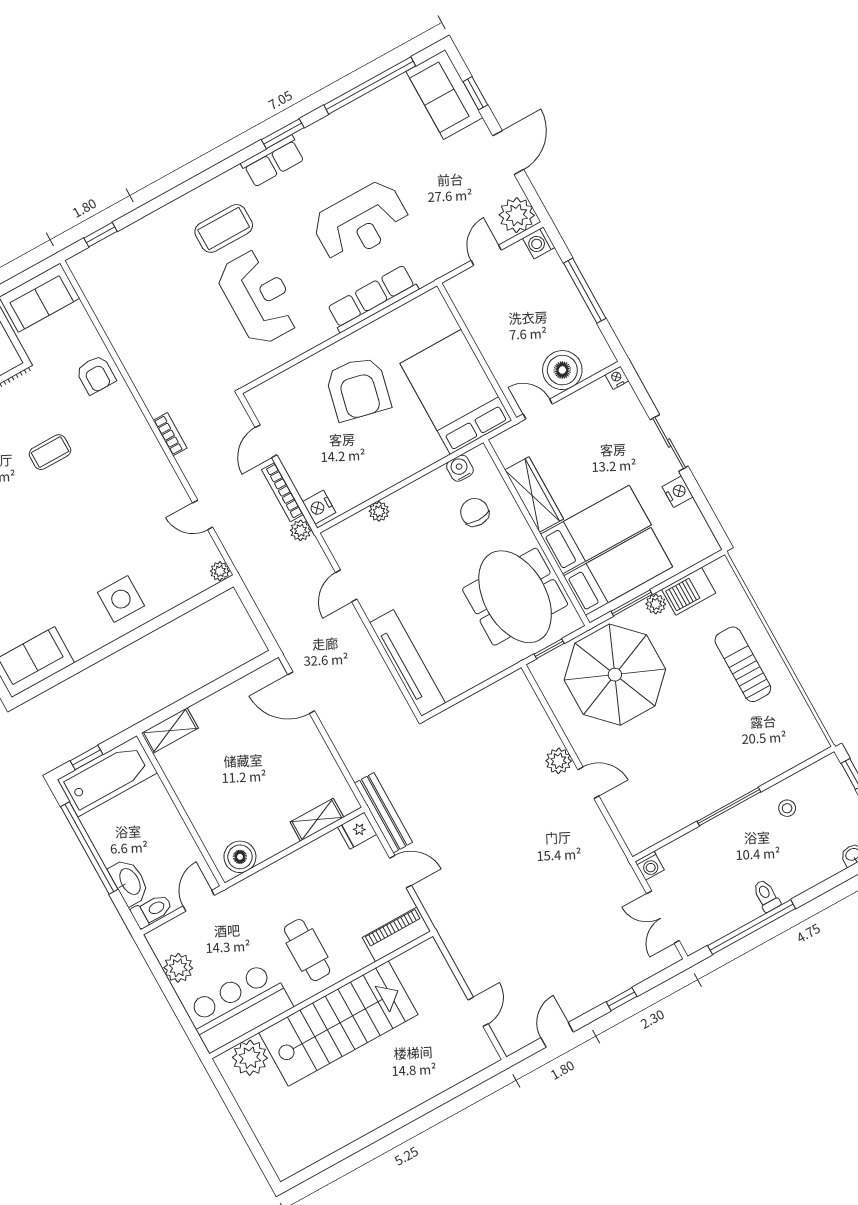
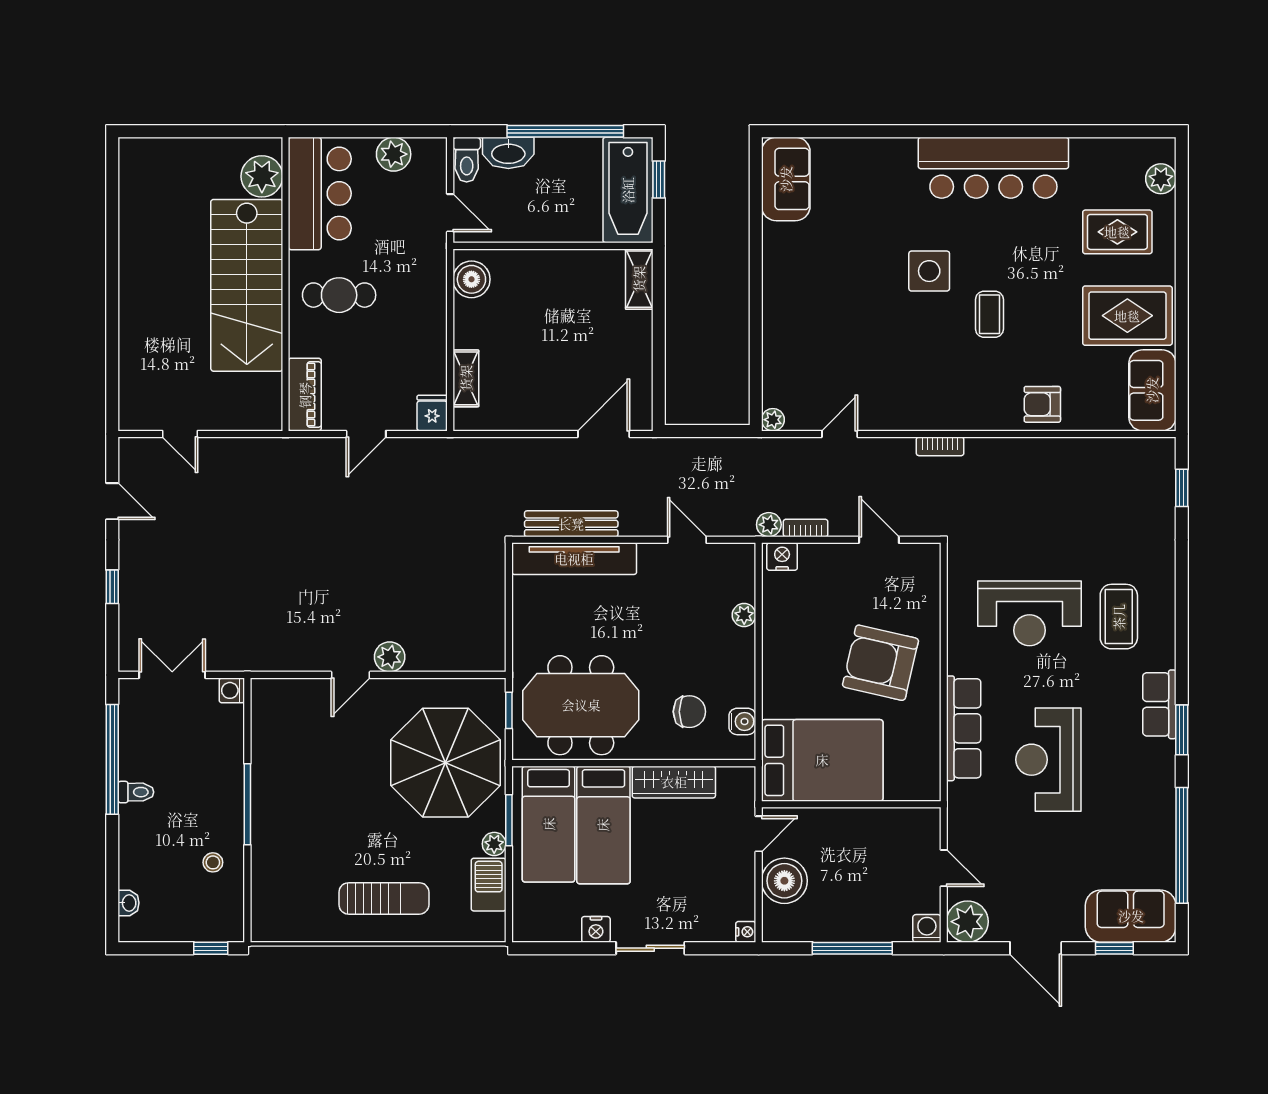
bookcase: (283, 492) -> (806, 528), width x0.64
side table: (121, 599) -> (929, 271), moved
bench: (383, 813) -> (571, 524), moved

